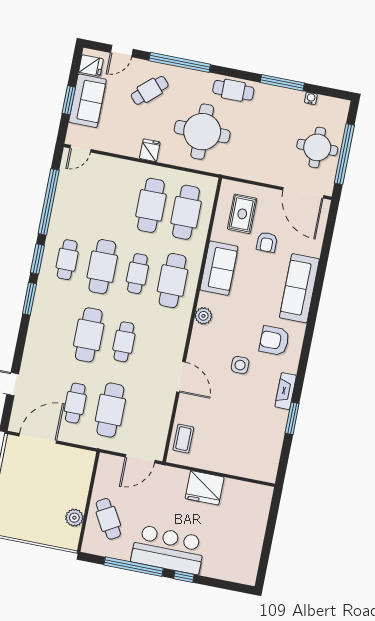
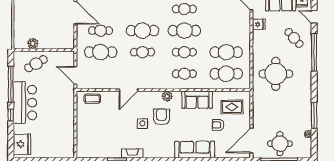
cafe table: (233, 90) -> (304, 87), removed
fridge: (150, 150) -> (259, 24), moved
cafe table: (173, 281) -> (184, 74), width x0.73, depth x0.74
armchair: (274, 341) -> (162, 117), moved
fridge: (205, 488) -> (22, 144), moved, turned 180

